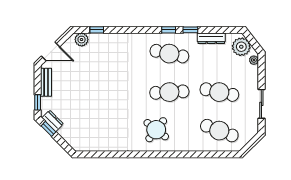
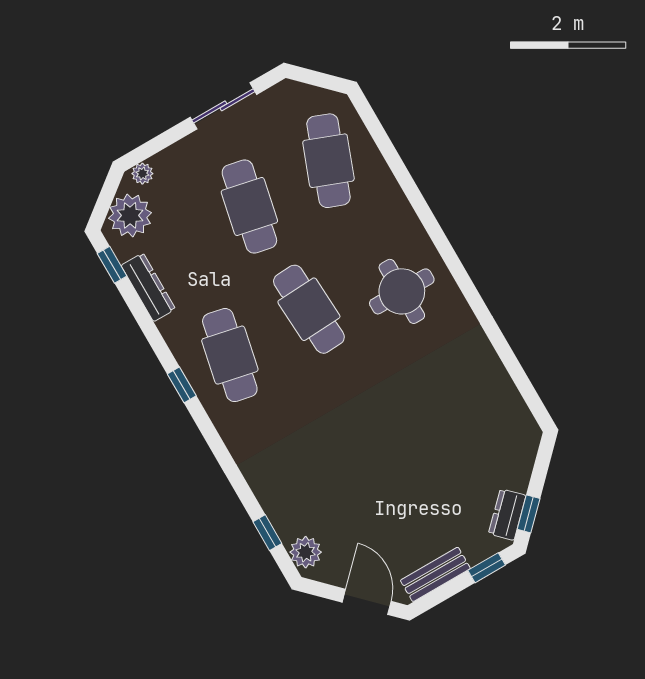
window: (190, 30) -> (112, 265), moved
round table: (156, 130) -> (402, 291), turned -38

